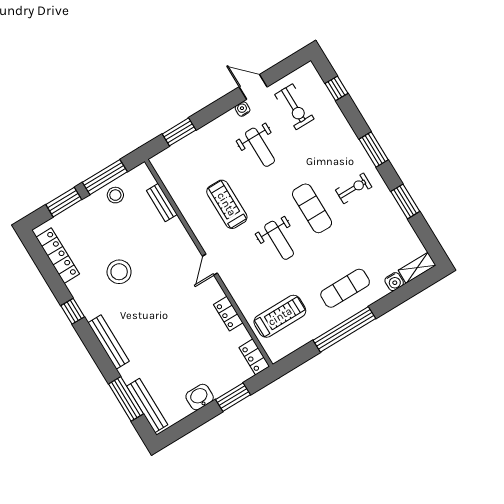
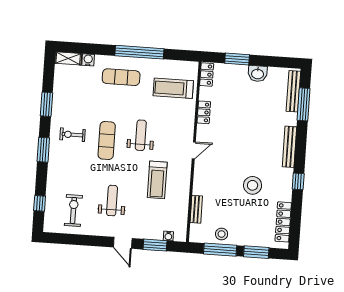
door: (253, 87) -> (123, 243), moved
water cooler: (243, 109) -> (168, 236), moved

